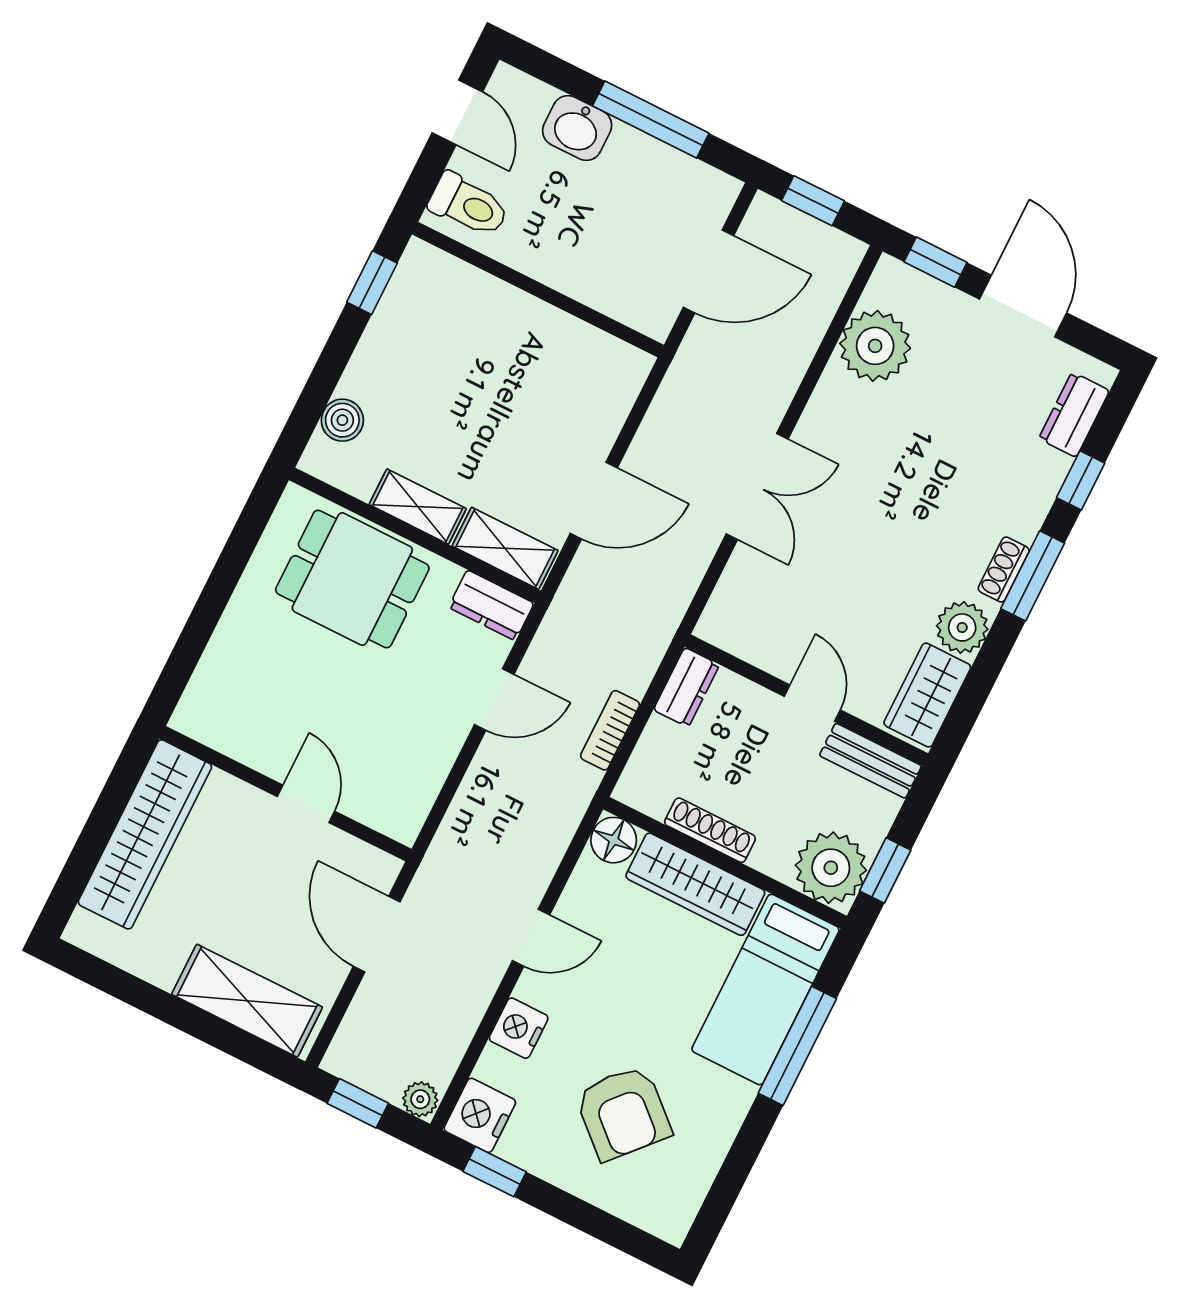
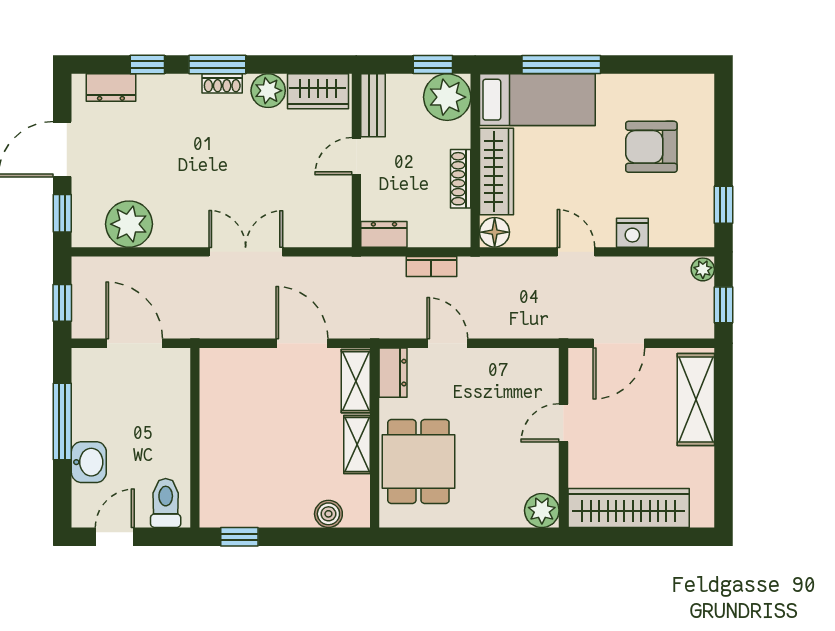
plant: (201, 714) -> (542, 510), added
armchair: (623, 1113) -> (651, 147), turned -132
nightstand: (480, 1115) -> (695, 230), removed

